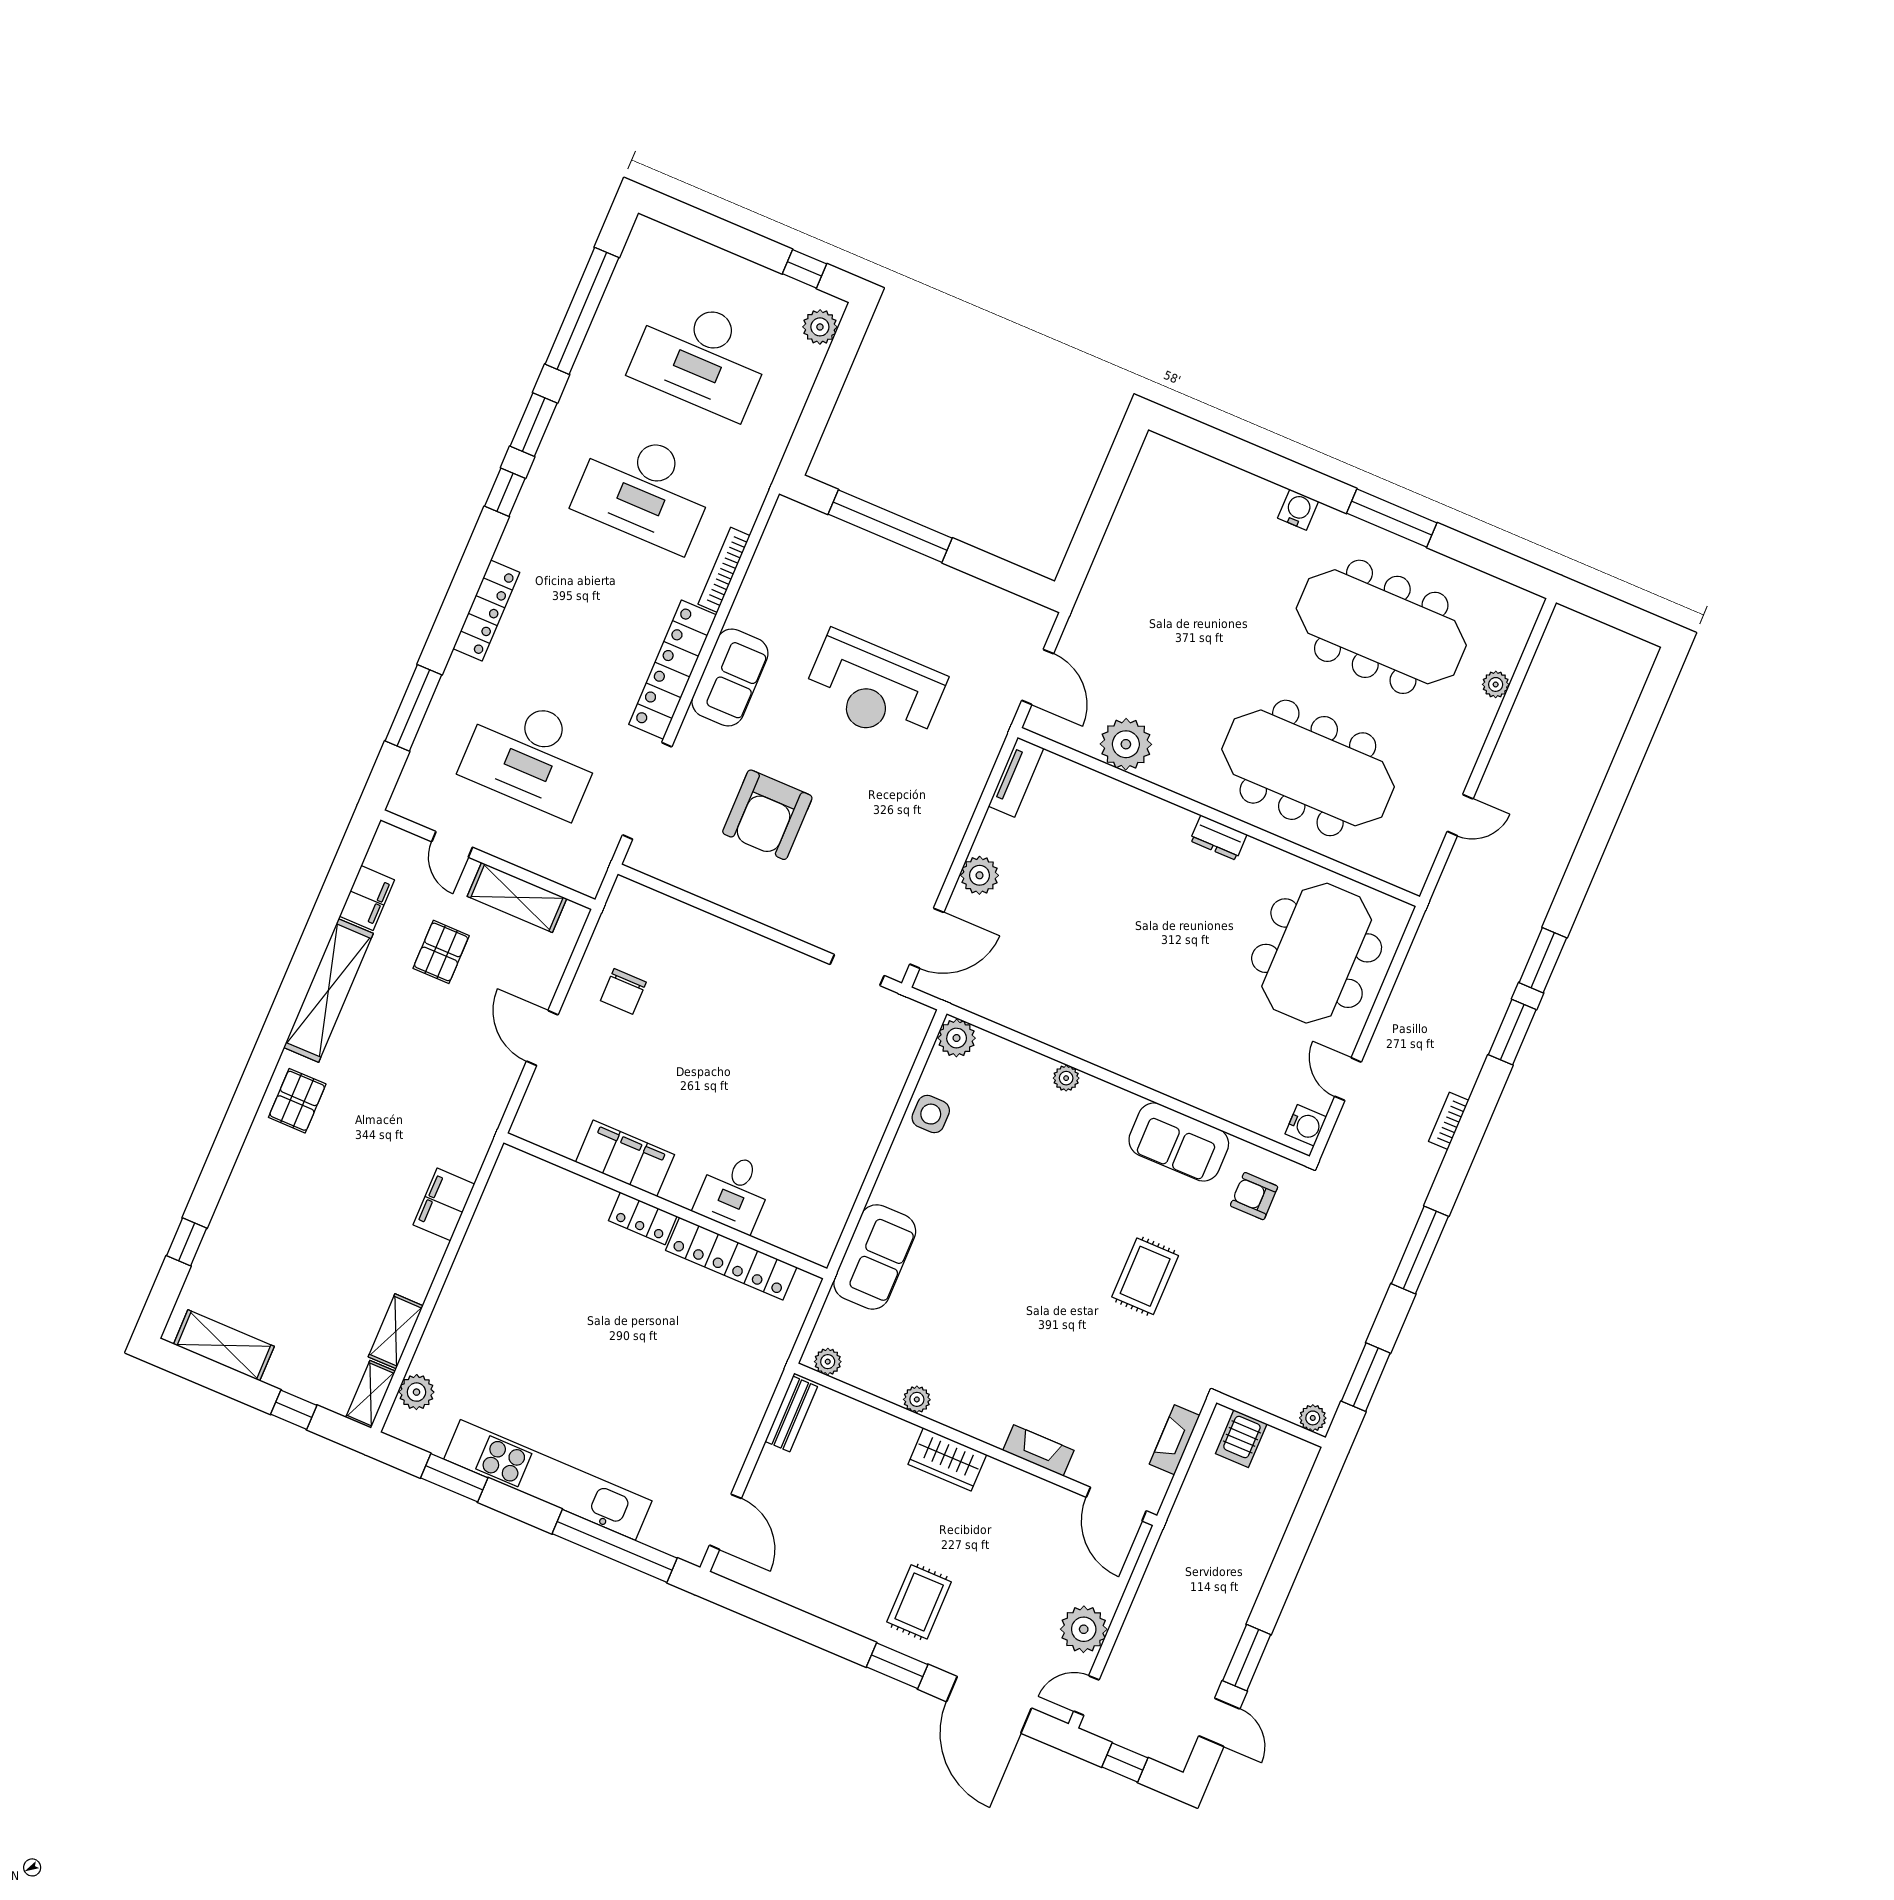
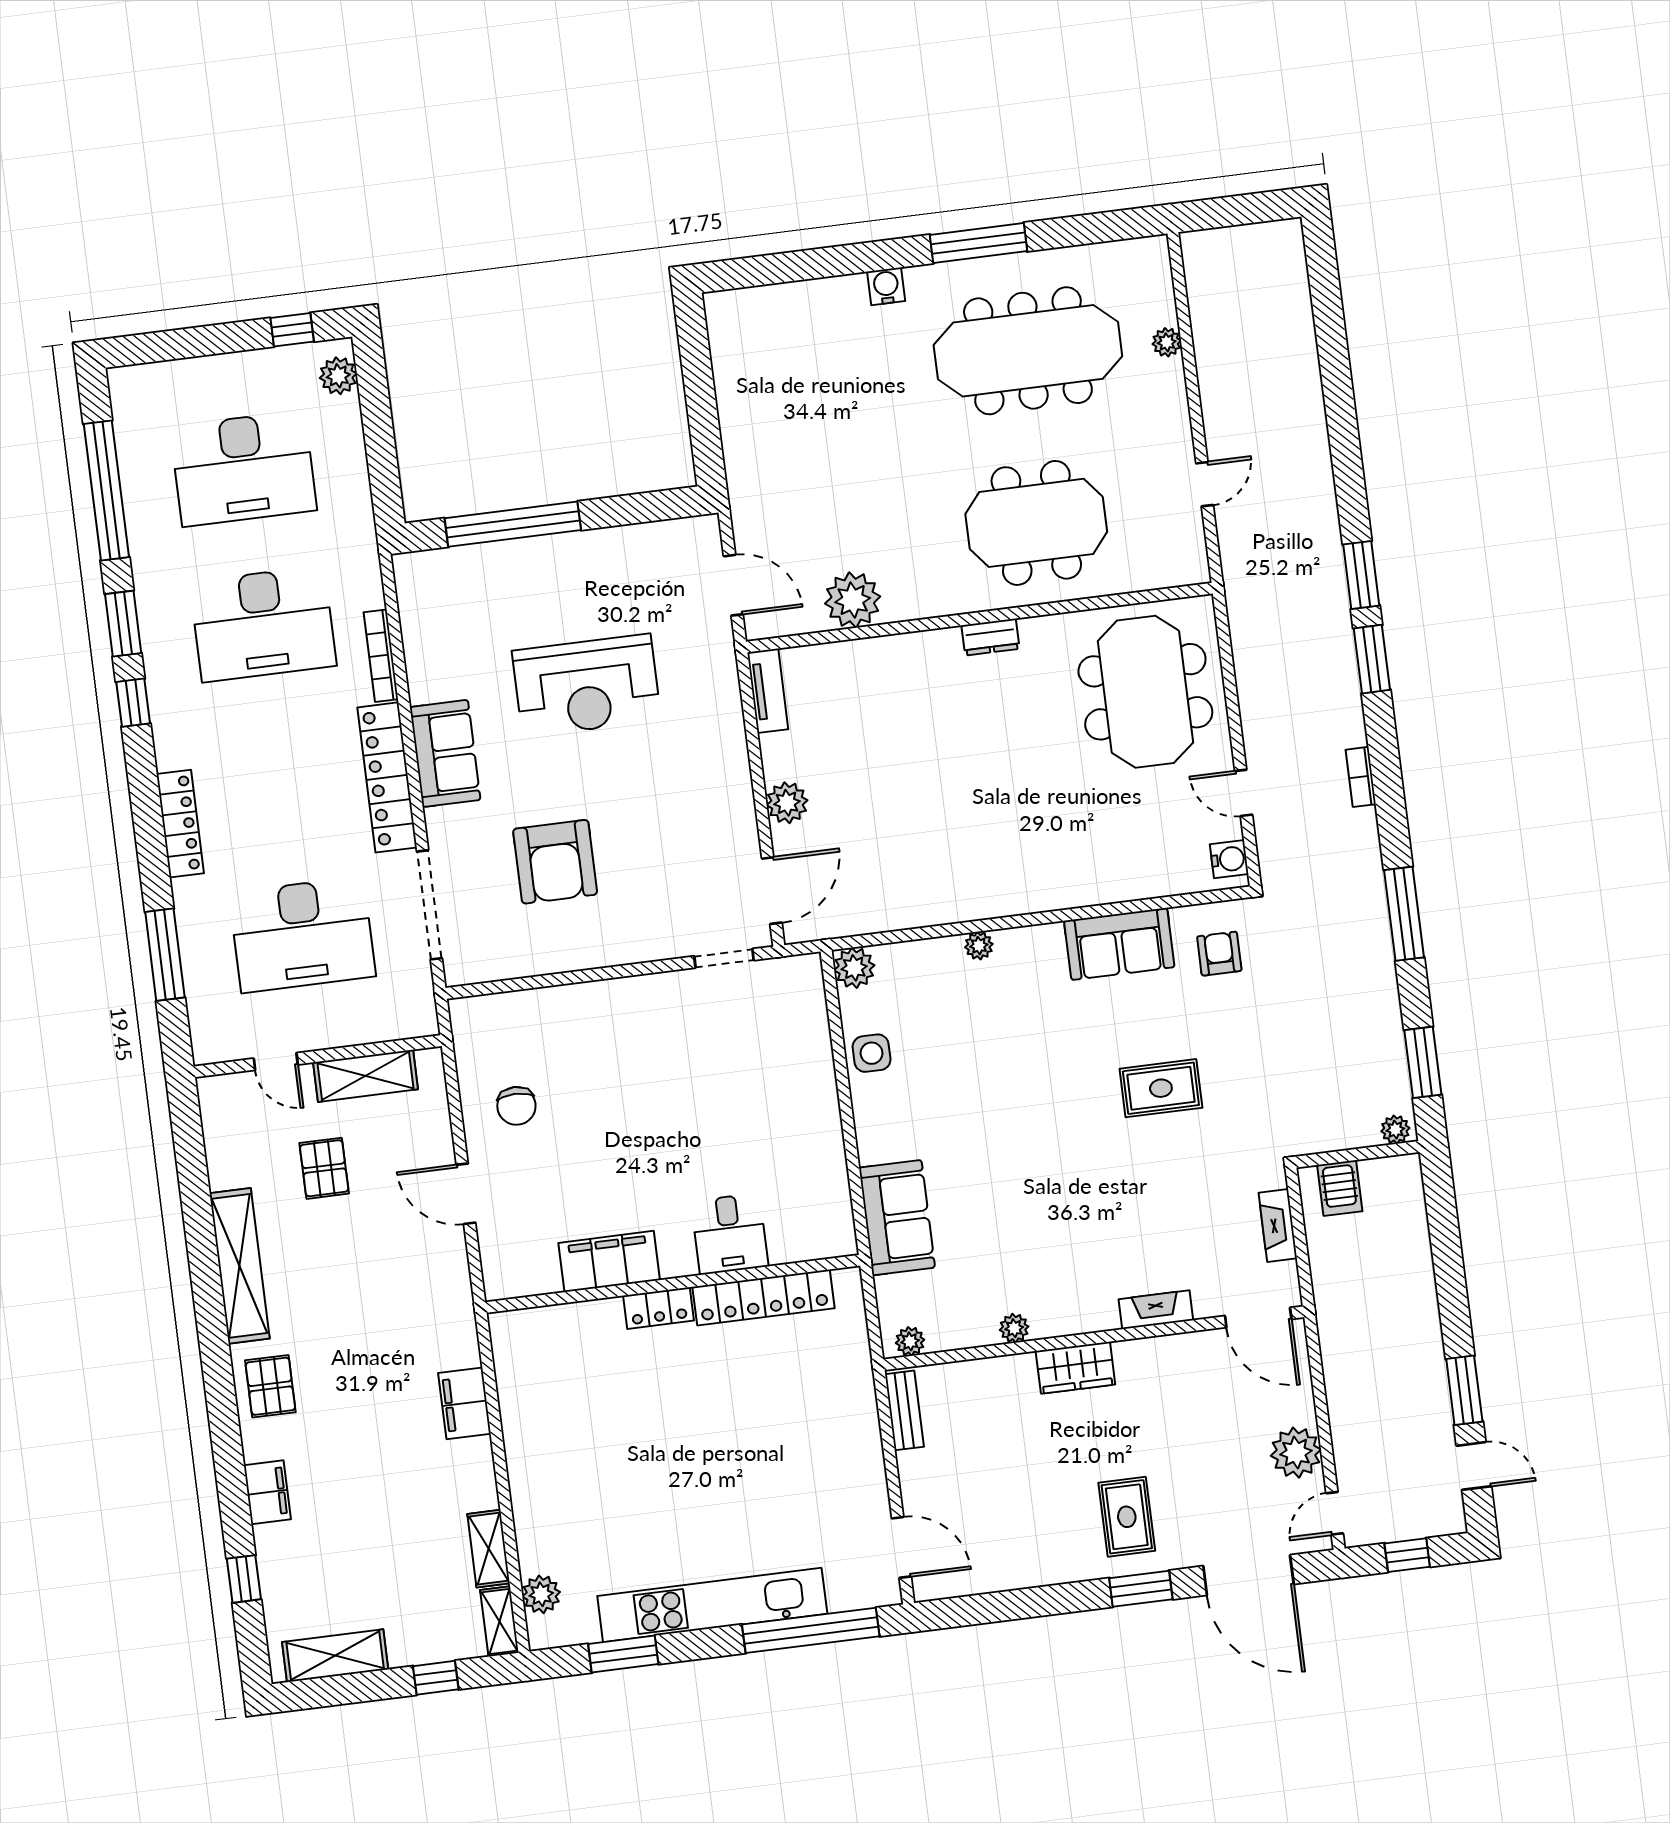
meeting table: (1308, 768) -> (1036, 523), width x0.73
filing cabinet: (367, 898) -> (267, 1492), moved
armchair: (1254, 1196) -> (1219, 954), turned 90
rug: (1145, 1276) -> (1161, 1088), turned 90

